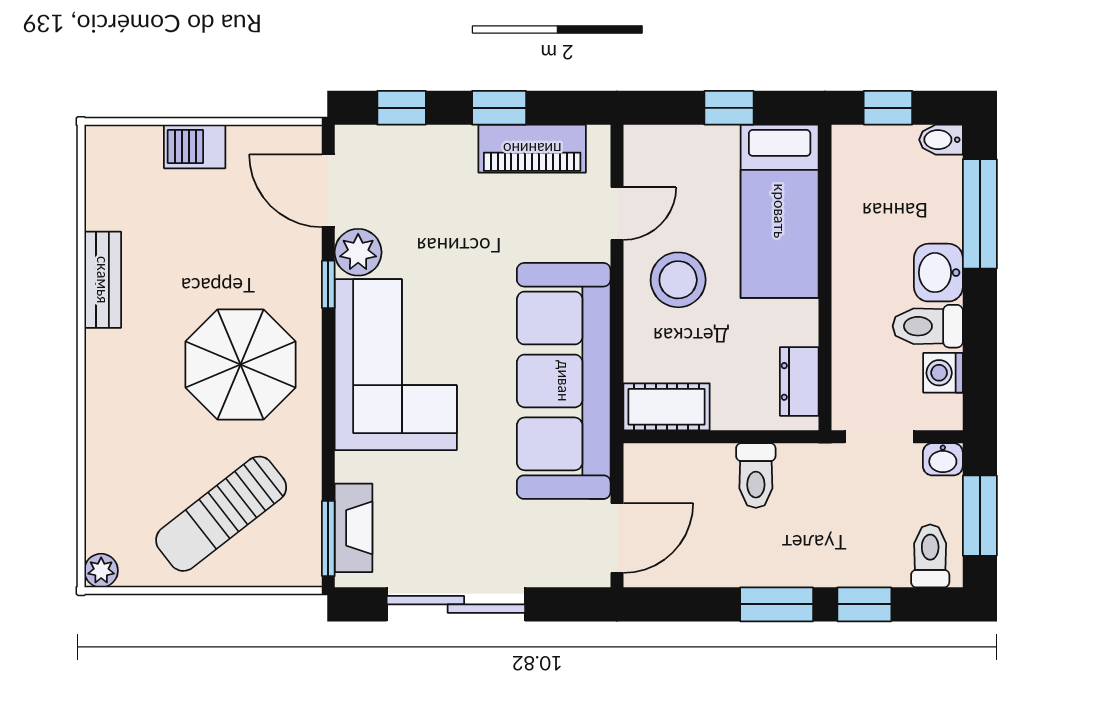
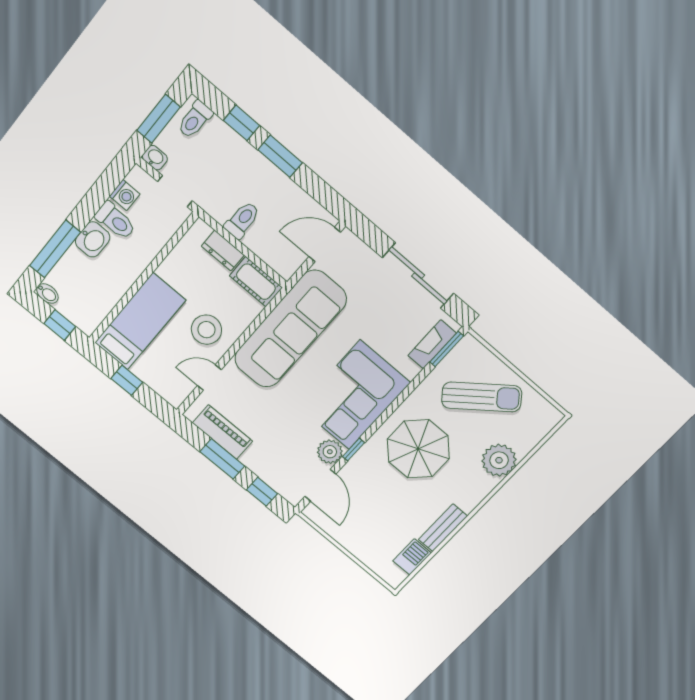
window: (499, 108) -> (222, 459), width x1.50
barbecue: (195, 147) -> (412, 557), moved, turned -90
dresser: (799, 381) -> (223, 251), moved, turned 90
plant: (101, 571) -> (499, 460), moved, width x1.88, depth x1.88

